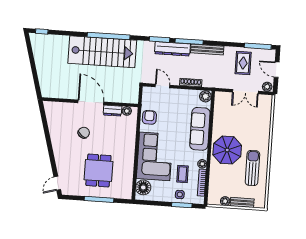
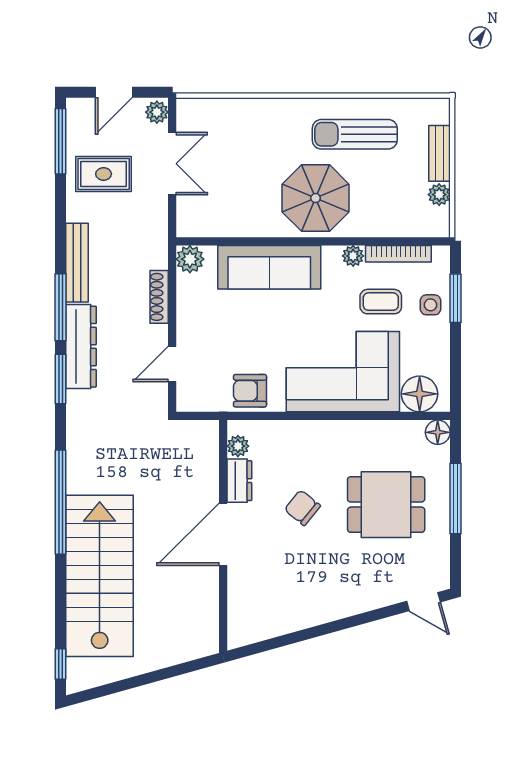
stairs: (102, 52) -> (100, 576), moved
chair: (84, 133) -> (302, 508), moved
floor lamp: (127, 194) -> (438, 432), added

